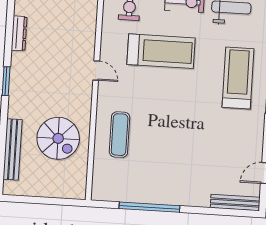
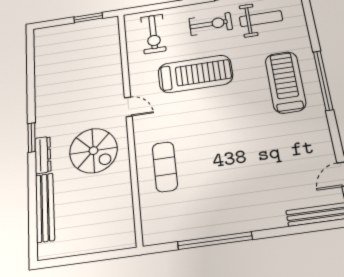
dresser: (19, 33) -> (43, 155), moved
spiral stairs: (58, 138) -> (93, 151), moved

